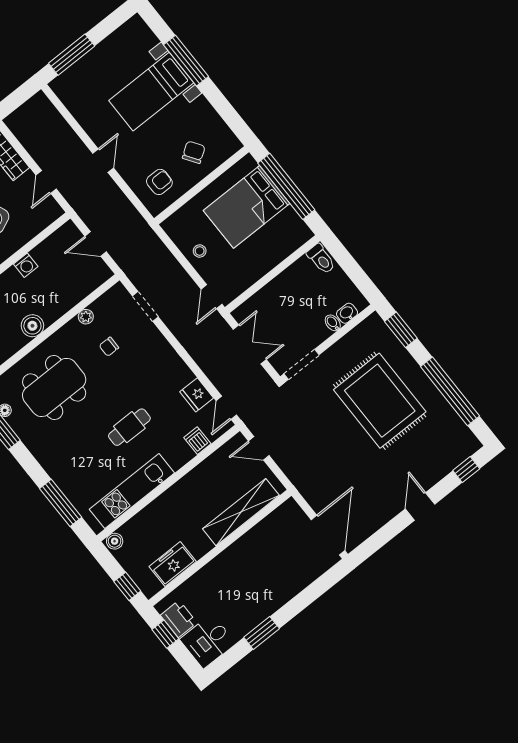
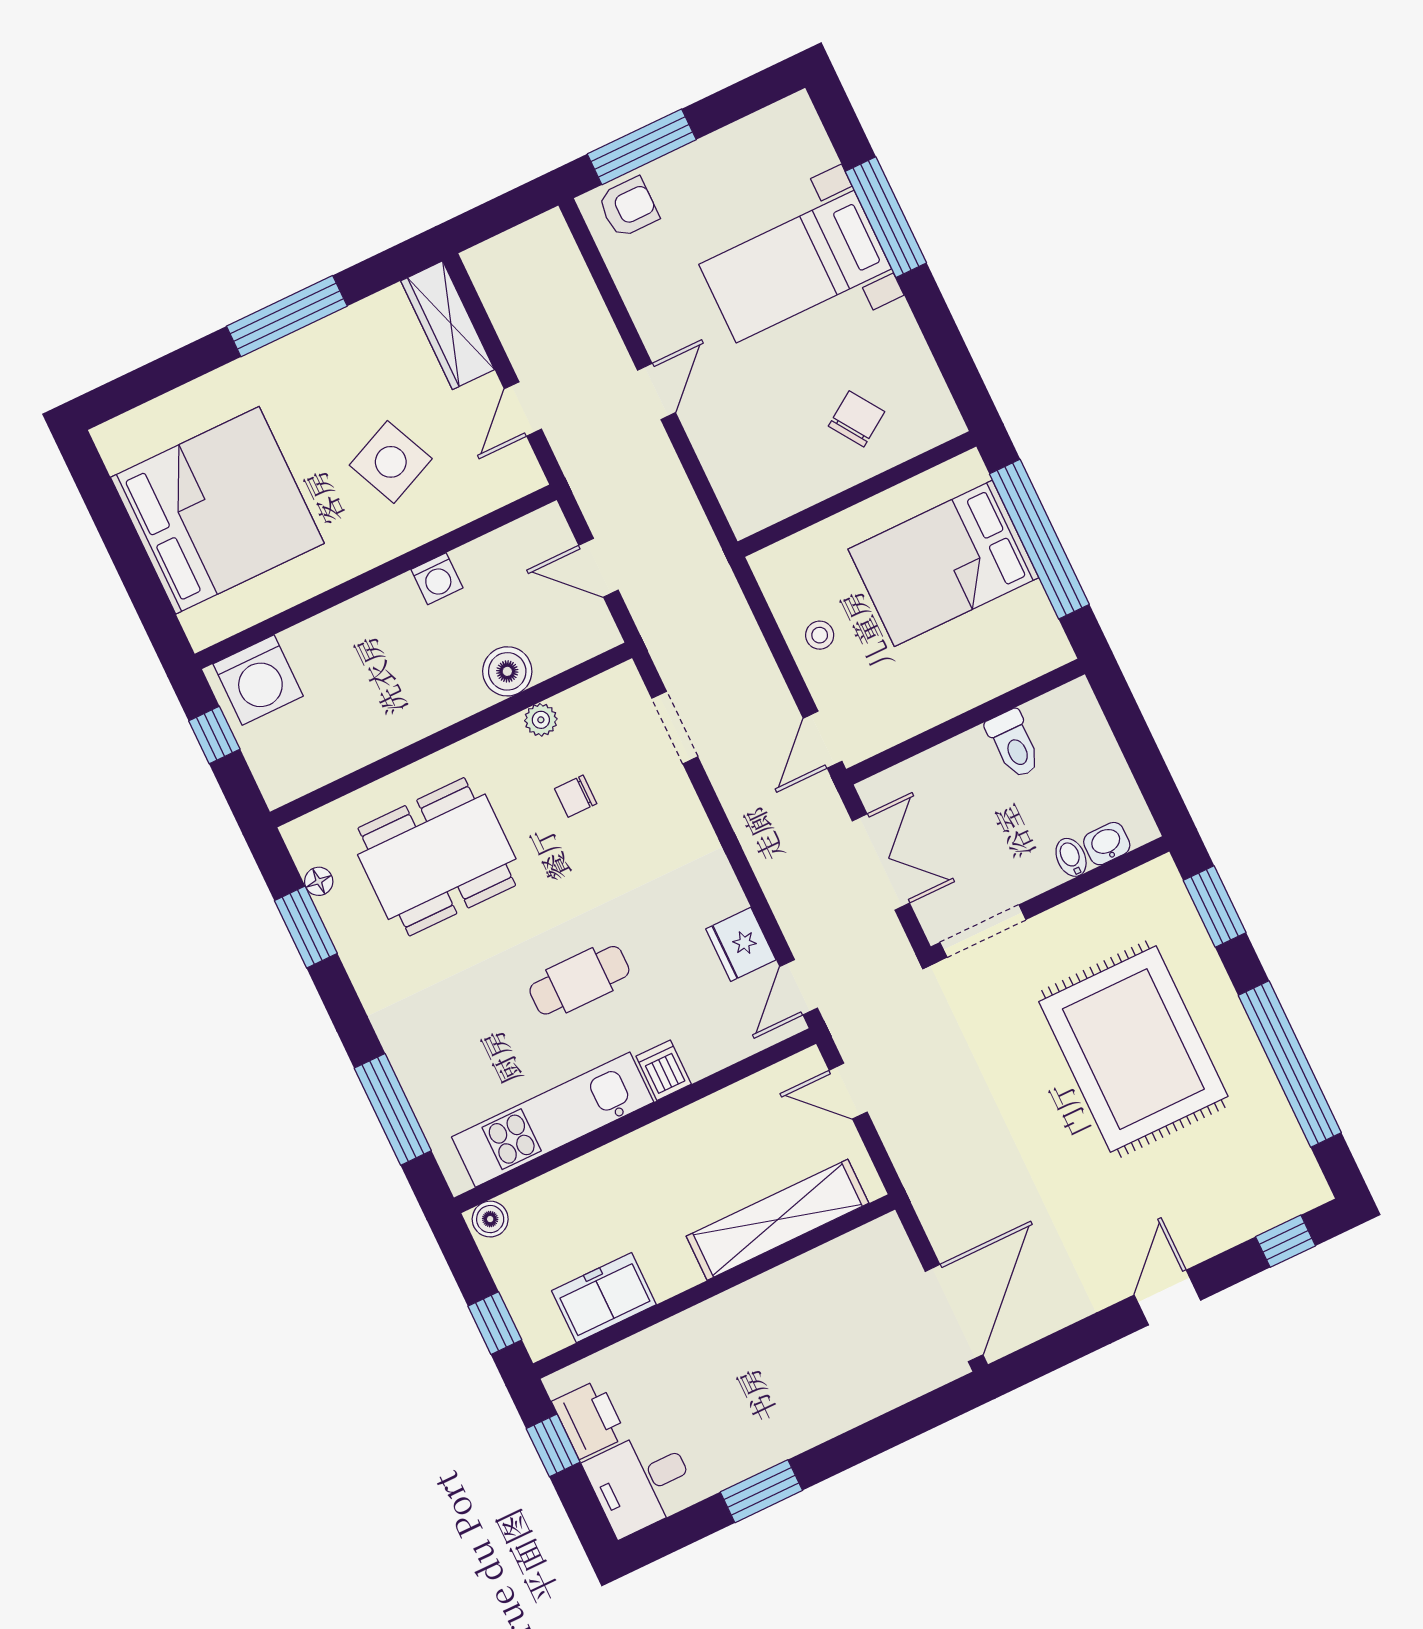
armchair: (159, 182) -> (628, 207), moved
toilet: (321, 259) -> (1014, 744), moved
boiler: (32, 326) -> (507, 671), moved
dishwasher: (197, 441) -> (664, 1070), moved

